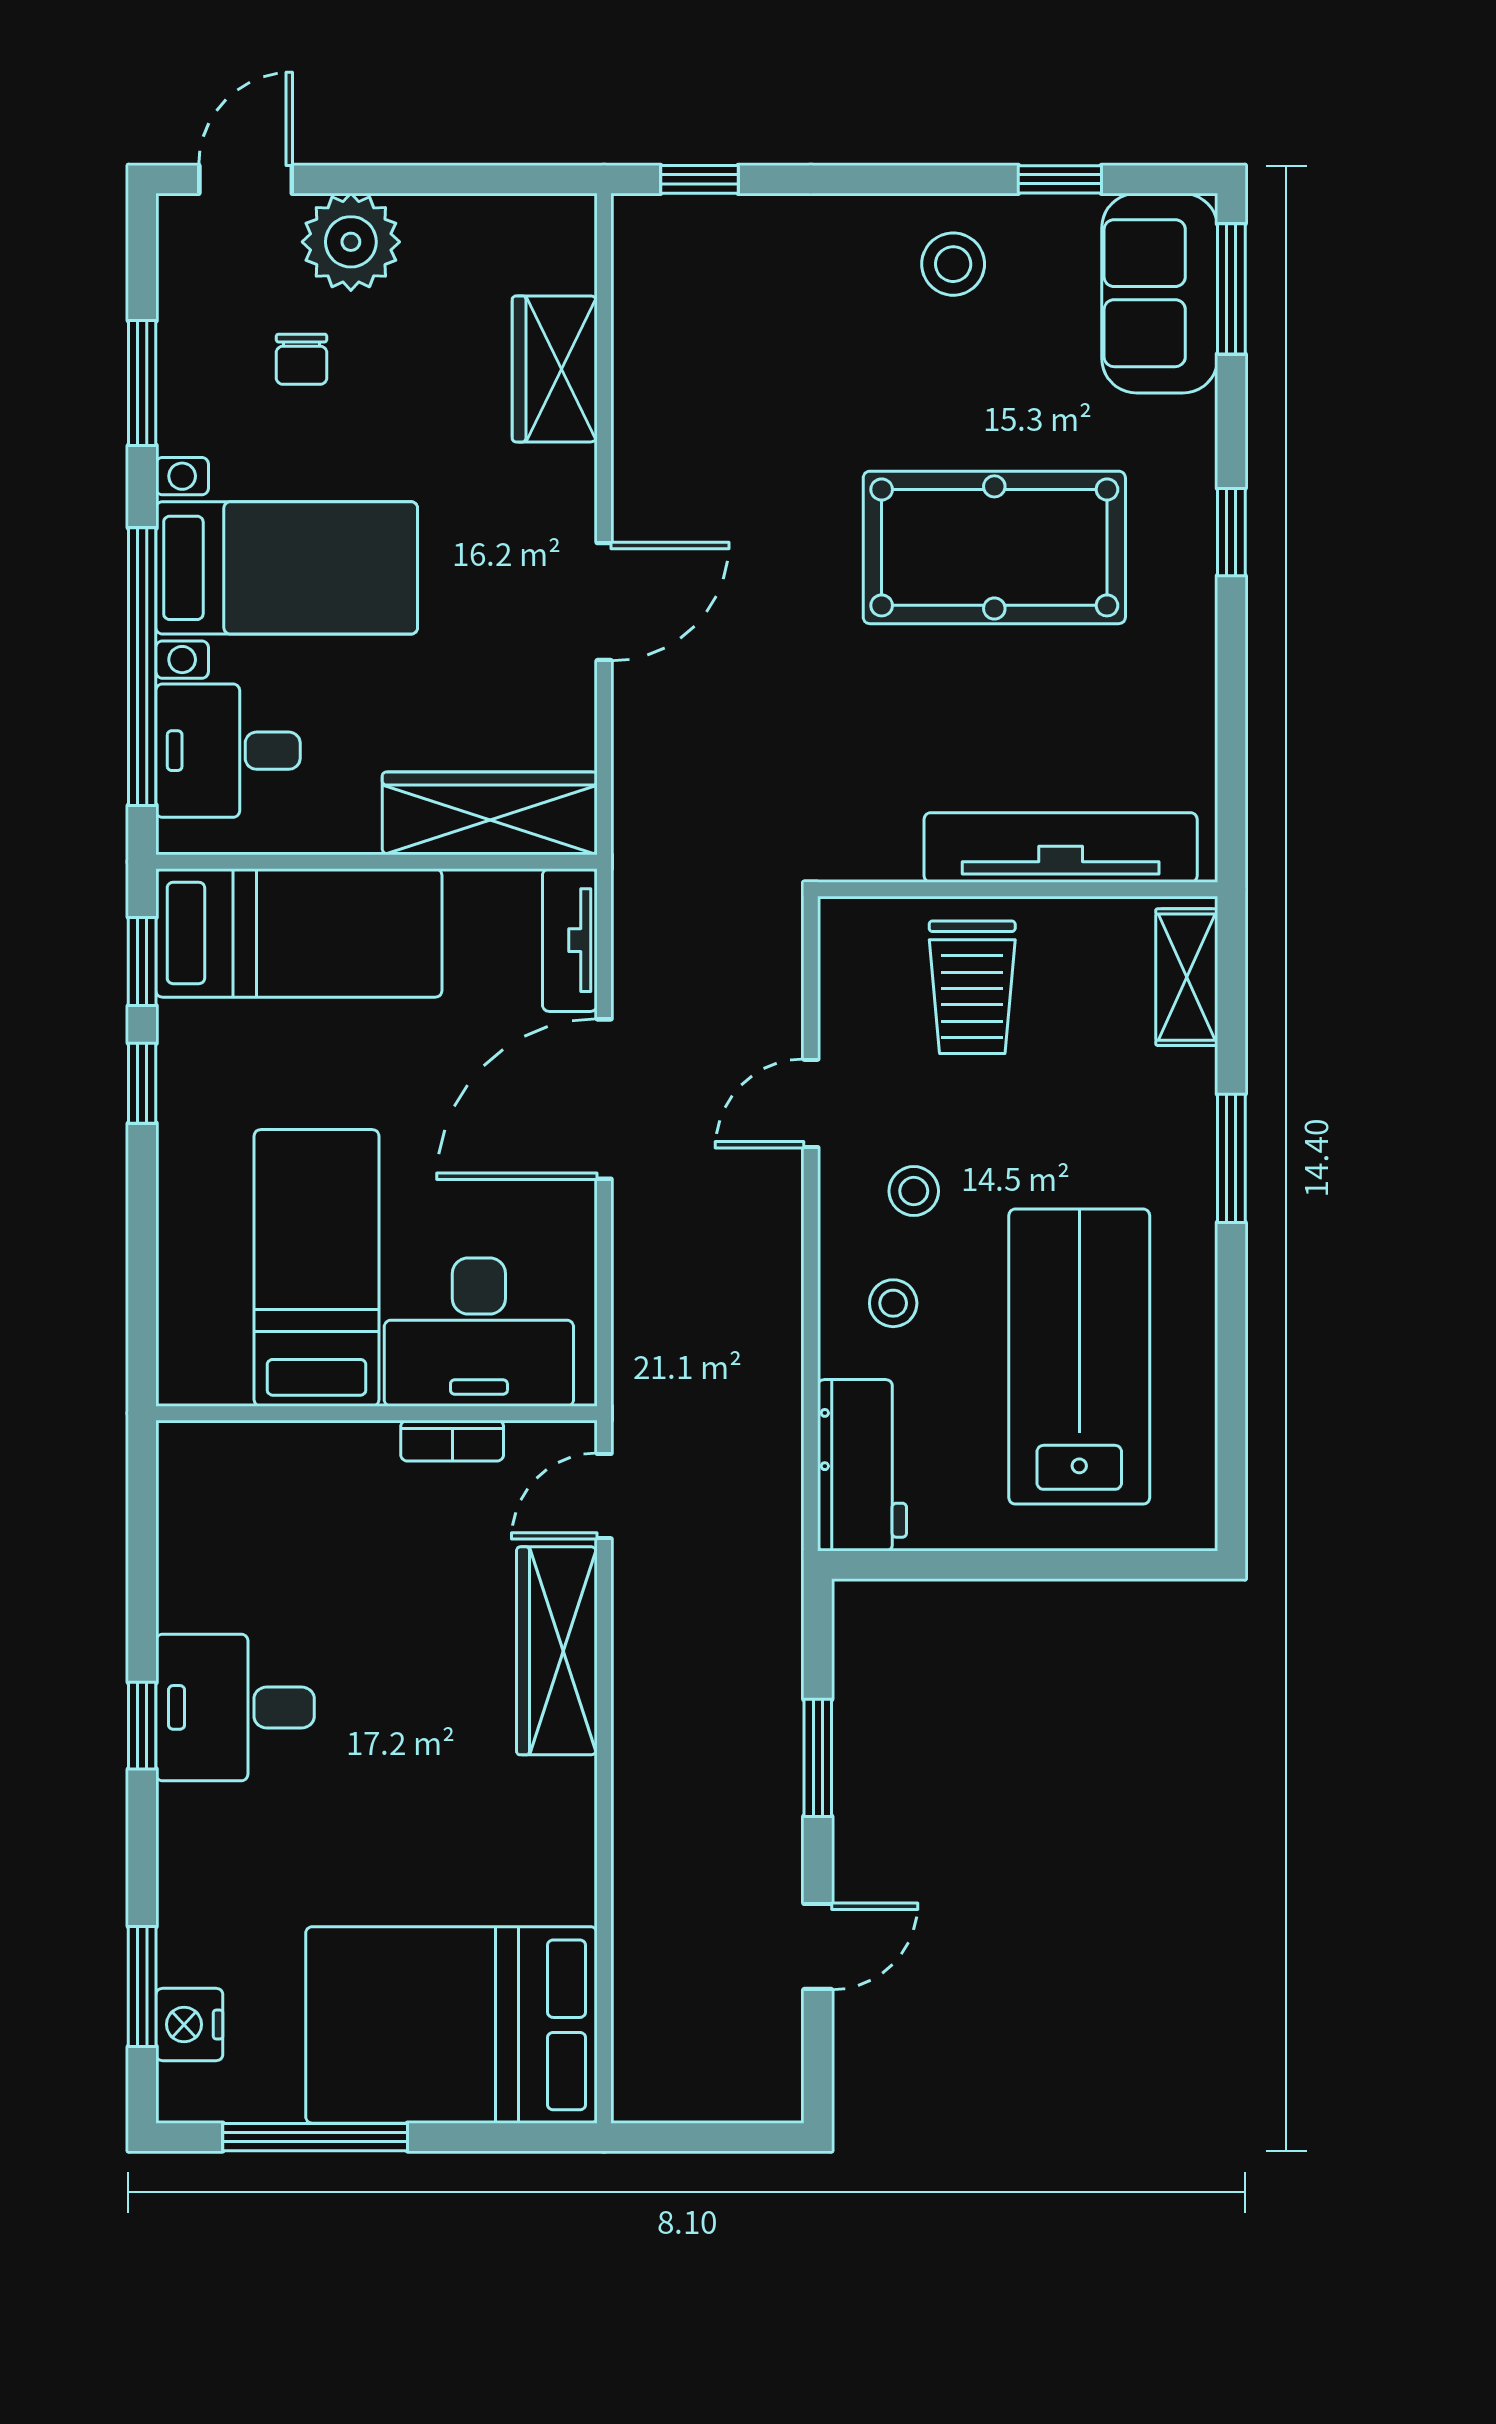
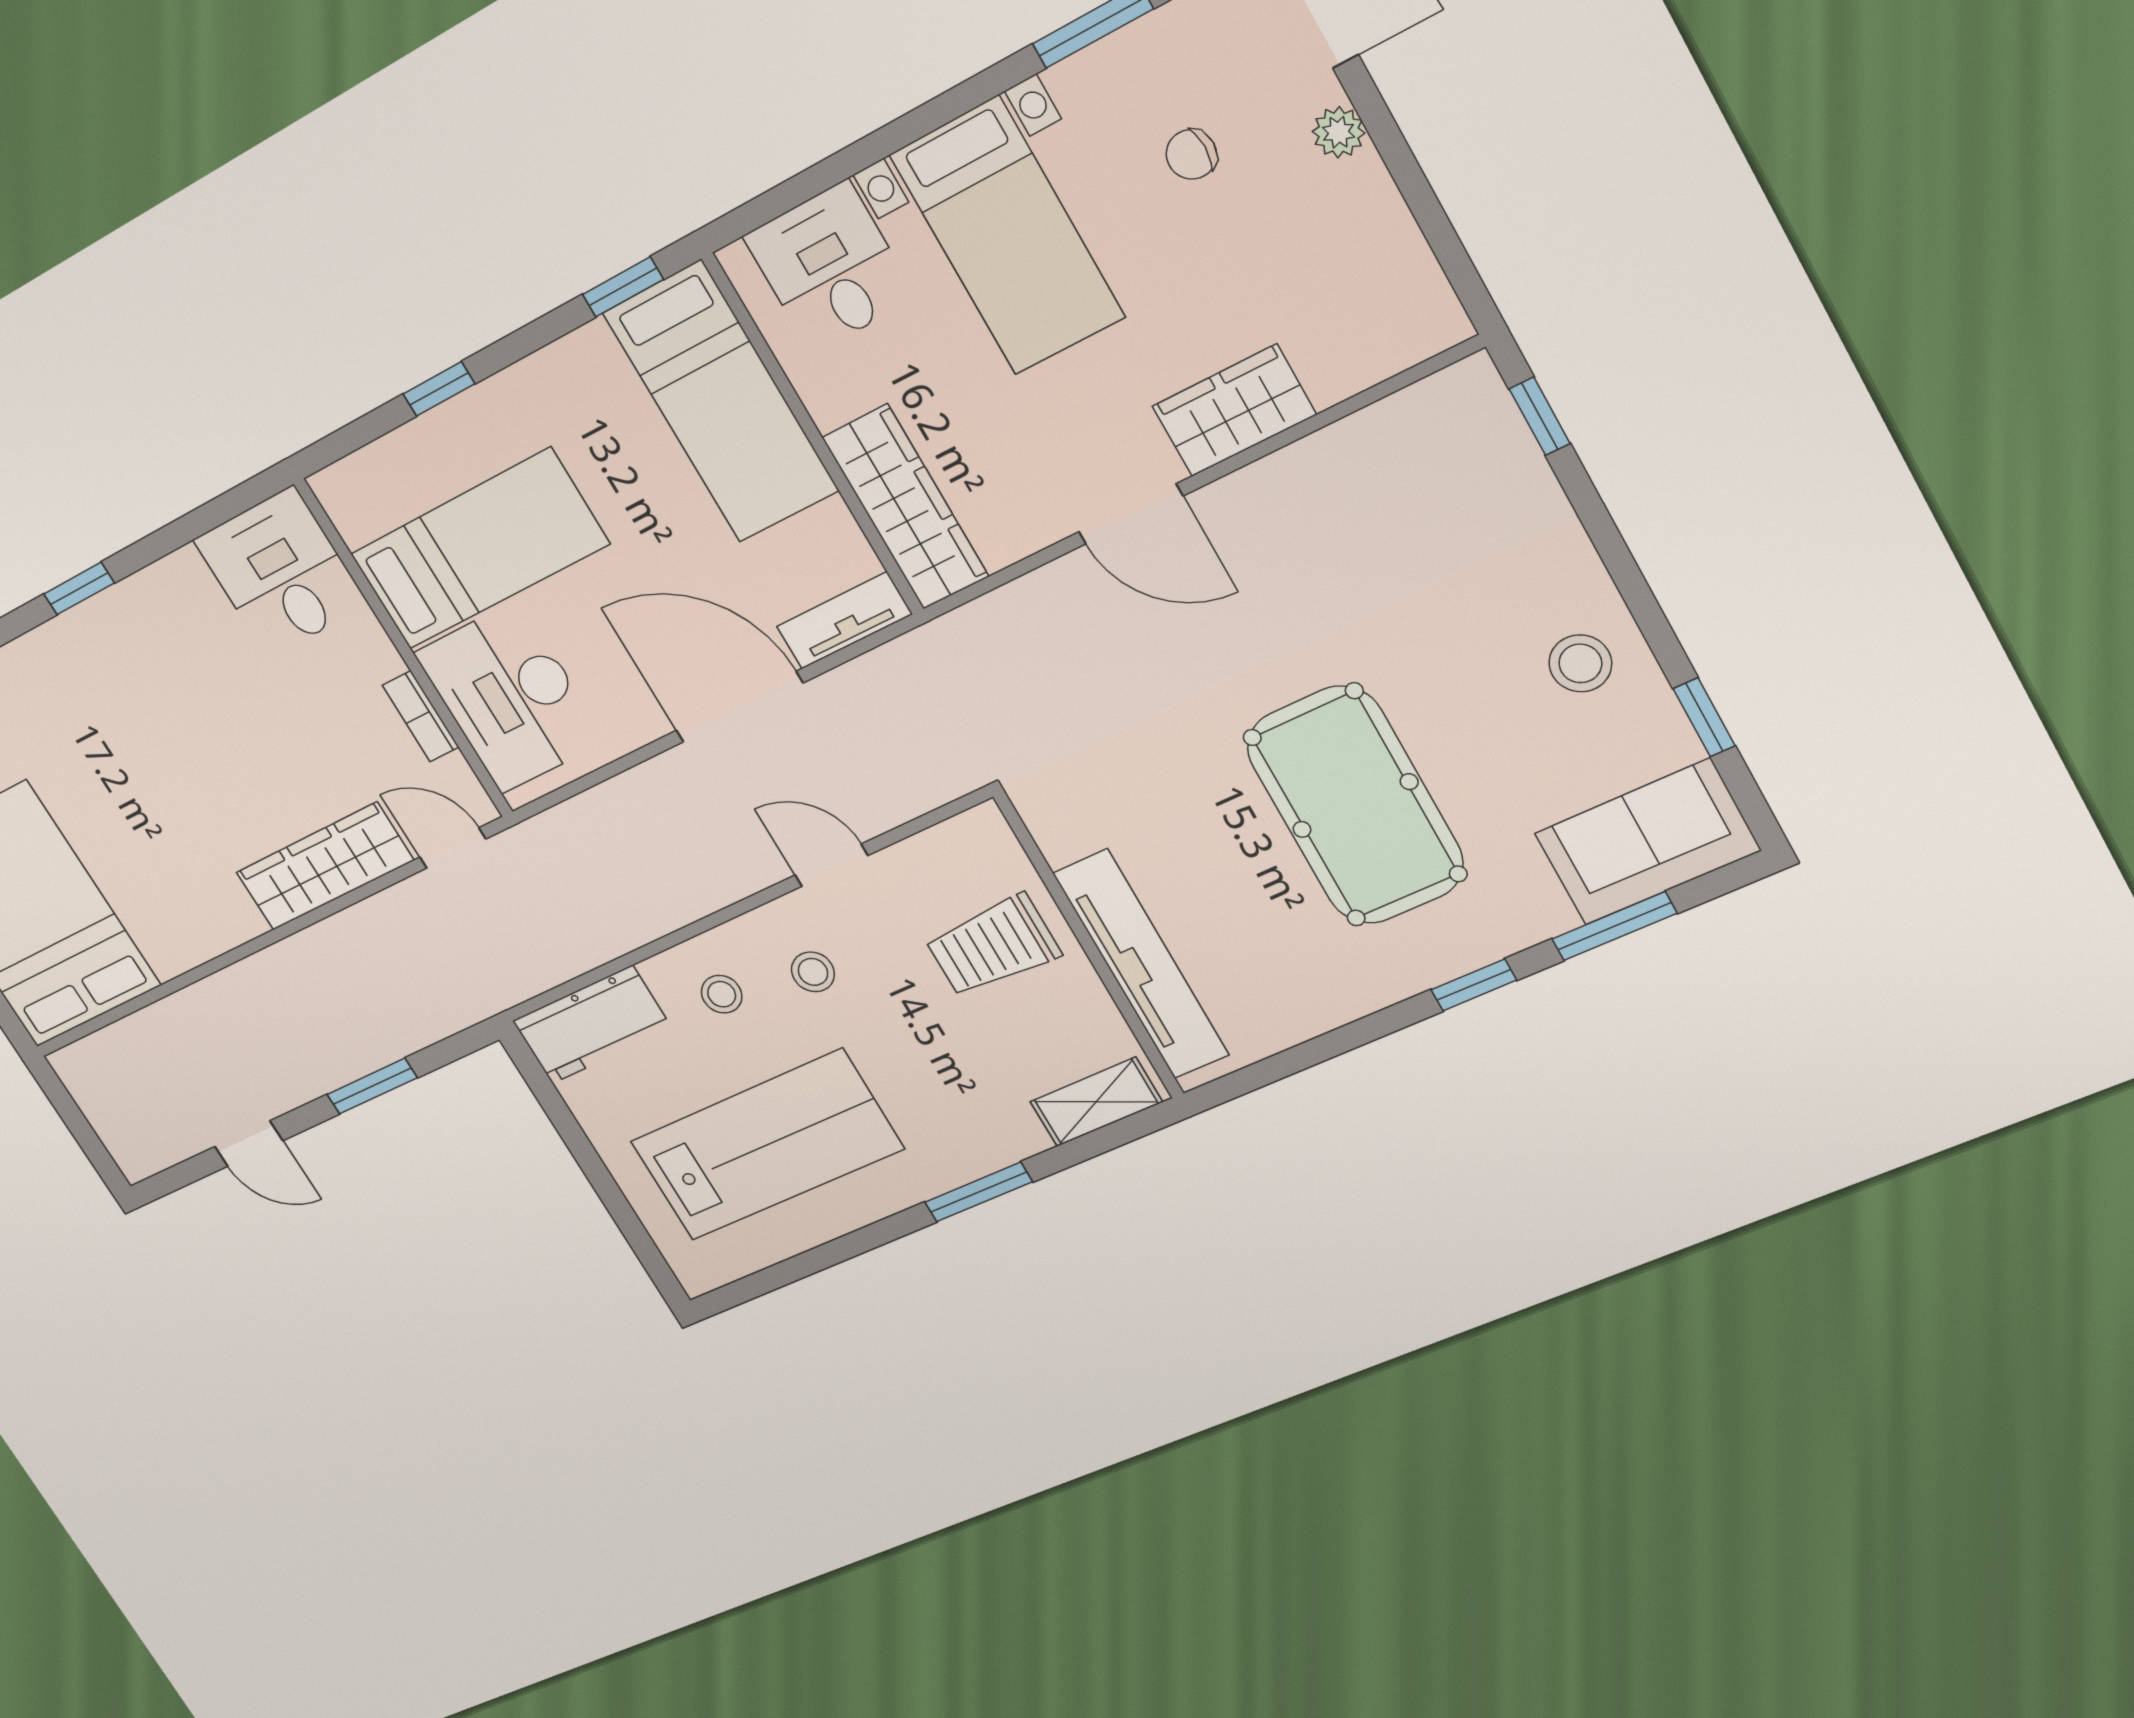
plant: (351, 242) -> (1339, 132), width x0.53, depth x0.53
window: (1231, 289) -> (1614, 926), moved
wardrobe: (555, 369) -> (1234, 410), moved
window: (142, 667) -> (856, 158), removed
window: (142, 1083) -> (439, 389), moved
desk: (235, 1707) -> (281, 572), moved

